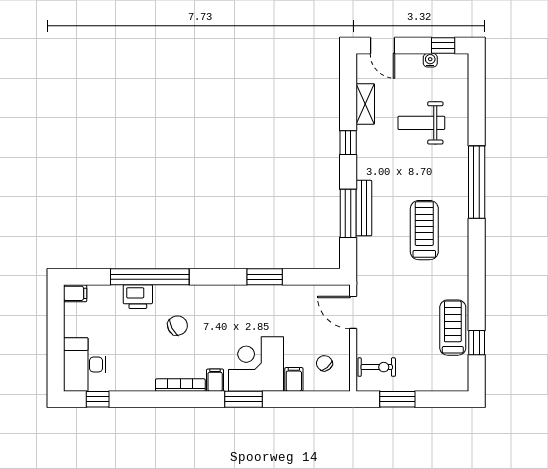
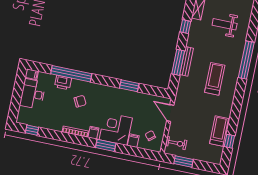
desk: (85, 365) -> (33, 94), moved

